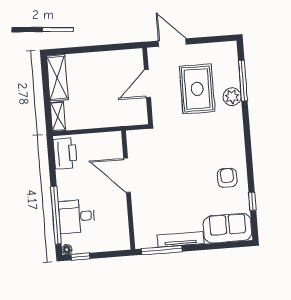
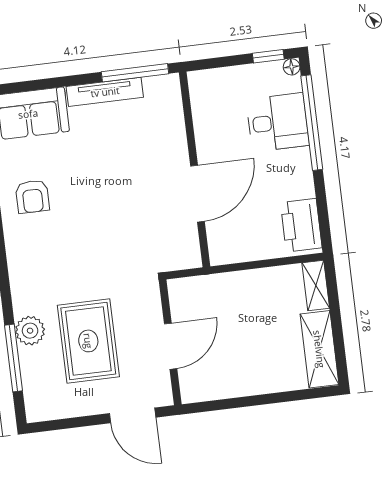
door: (127, 175) -> (198, 194), hinge flipped

